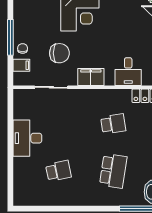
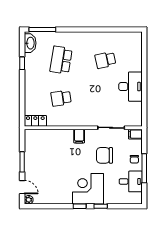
filing cabinet: (21, 65) -> (135, 134), moved
desk: (128, 72) -> (131, 181), moved, turned 90
filing cabinet: (91, 77) -> (79, 136), width x0.50

